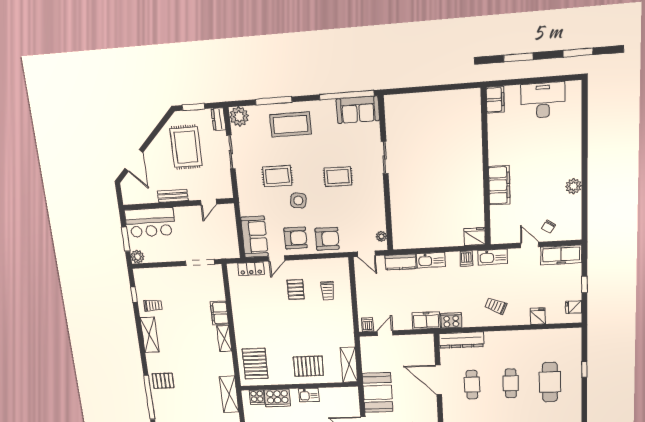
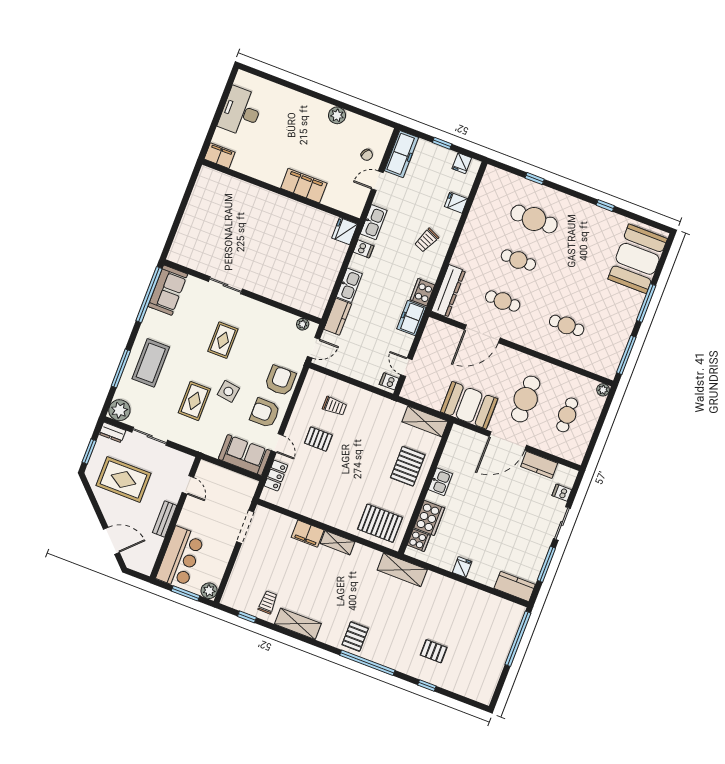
armchair: (295, 238) -> (265, 413), turned -90

